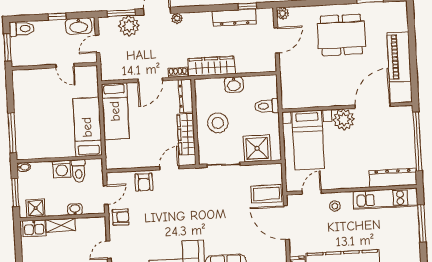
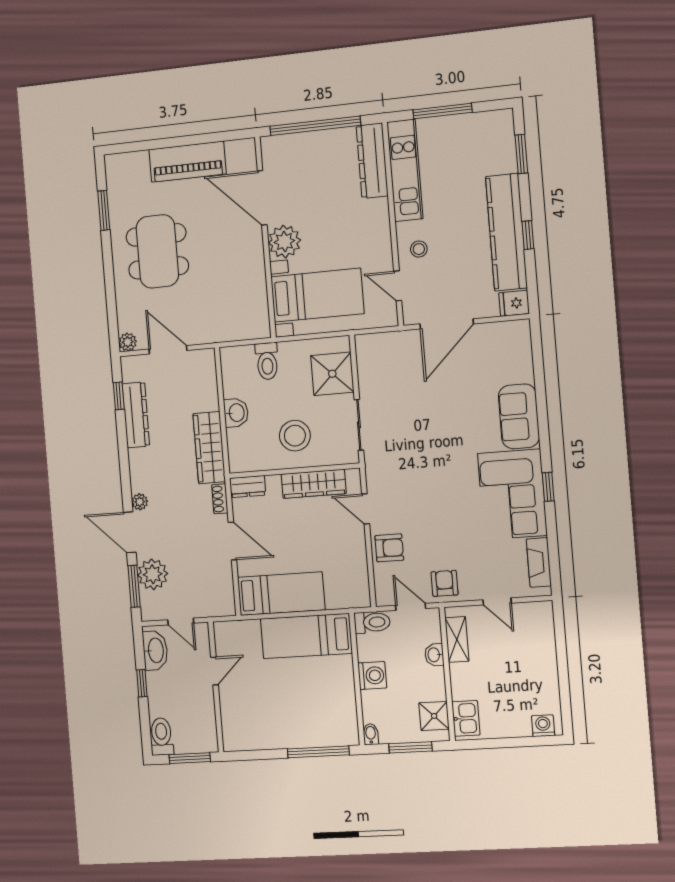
dresser: (186, 96) -> (248, 487), width x0.70
toilet: (79, 171) -> (372, 622), moved
coffee table: (266, 194) -> (402, 357), removed
shelving: (61, 225) -> (457, 639), moved

